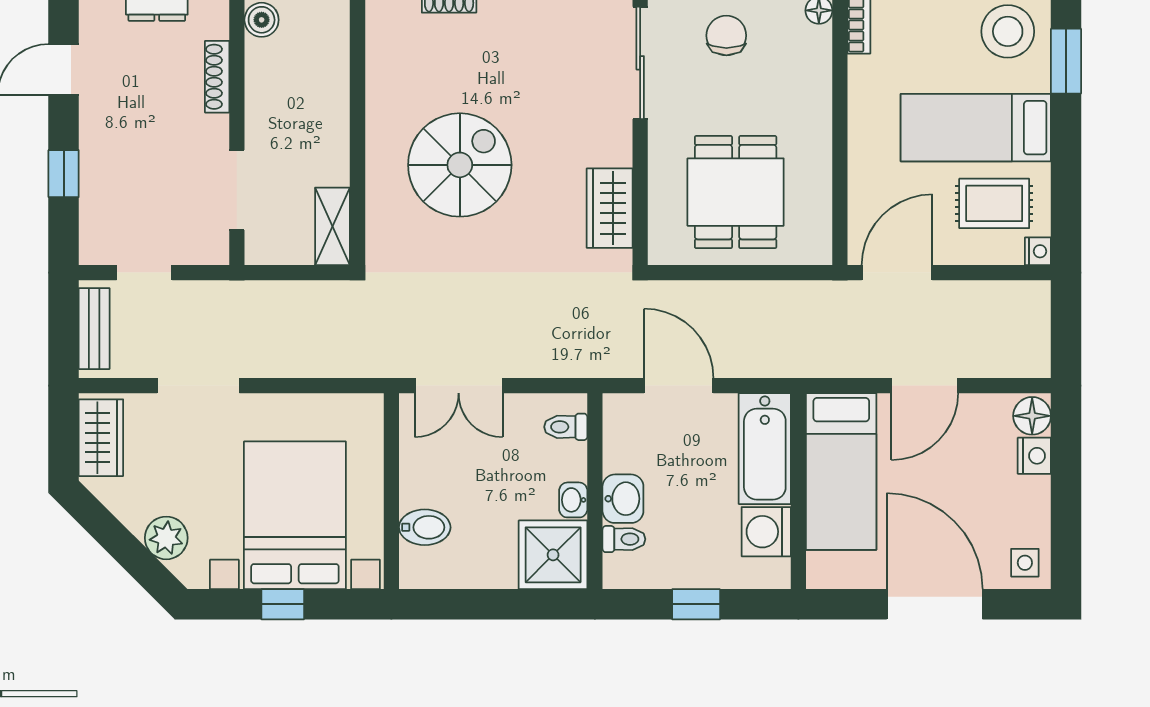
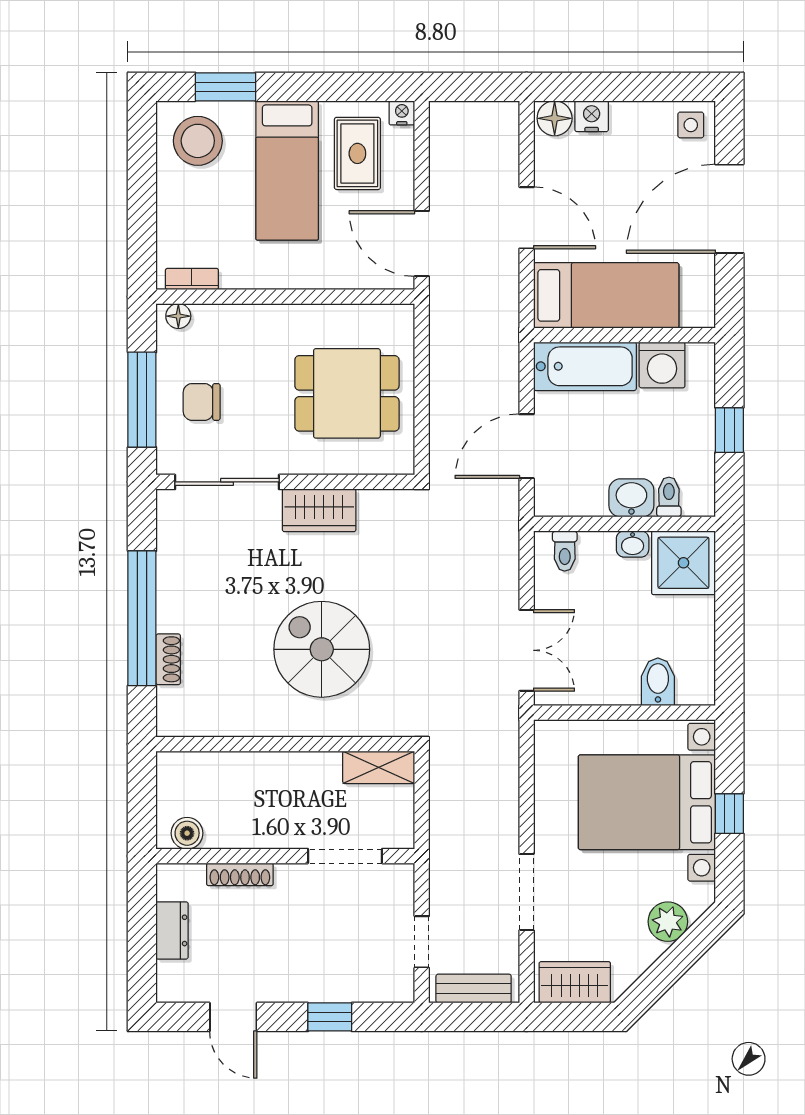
wardrobe: (610, 208) -> (319, 510), moved

